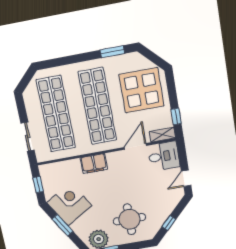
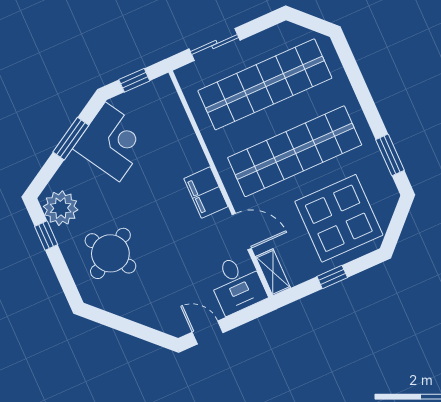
window: (176, 116) -> (332, 277), moved
filing cabinet: (94, 164) -> (206, 193), moved
round table: (129, 219) -> (110, 253), turned -31
window: (169, 223) -> (121, 324), removed

